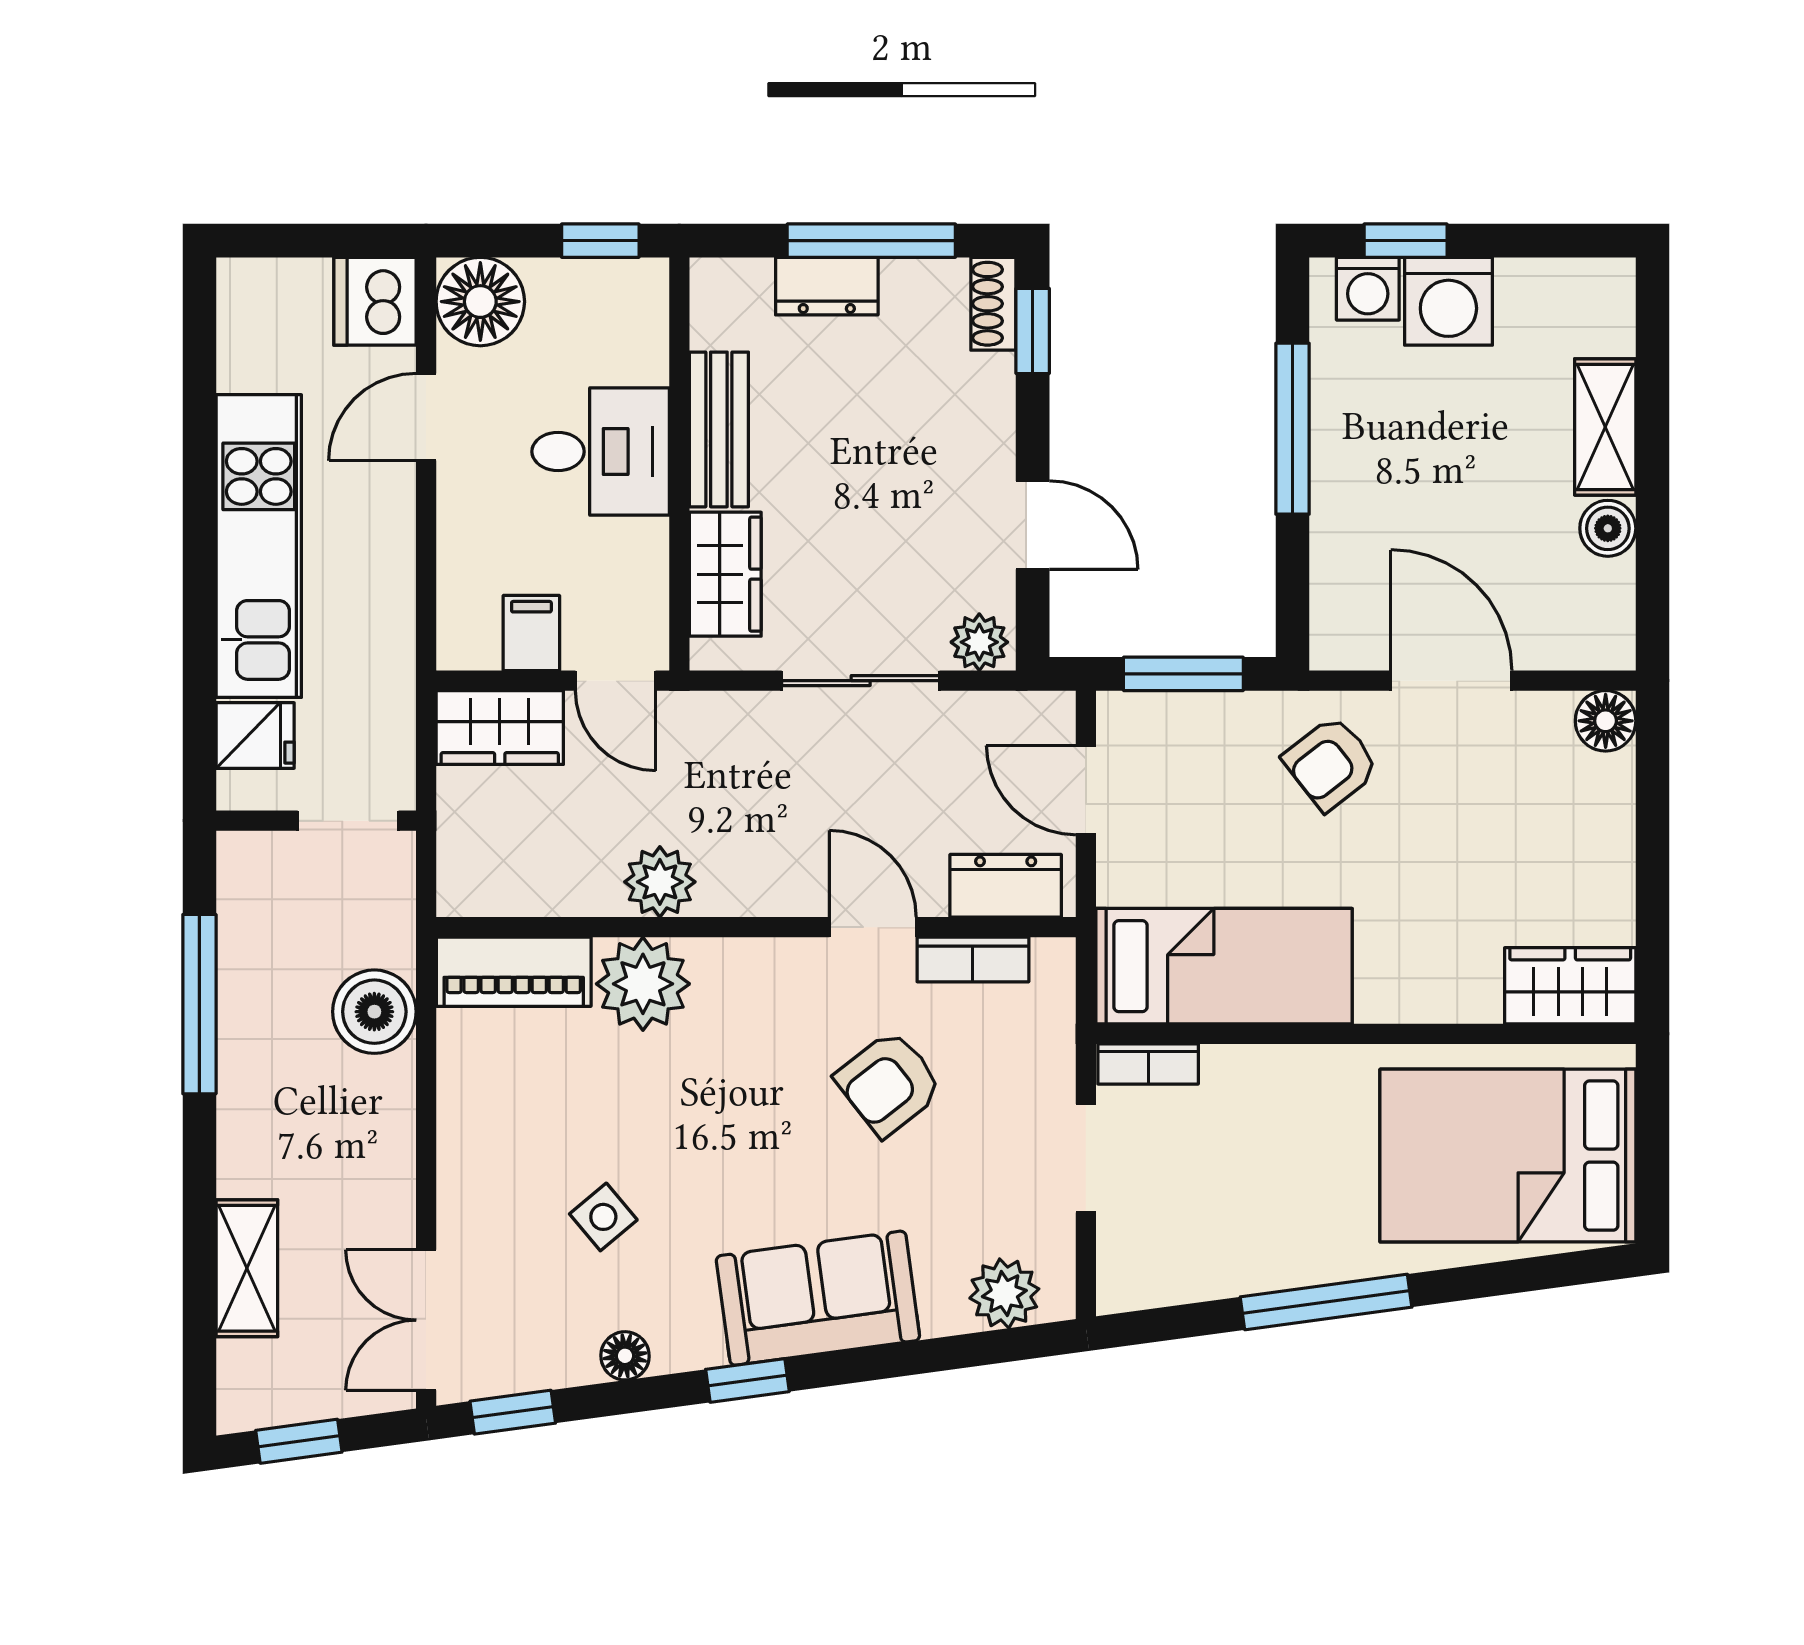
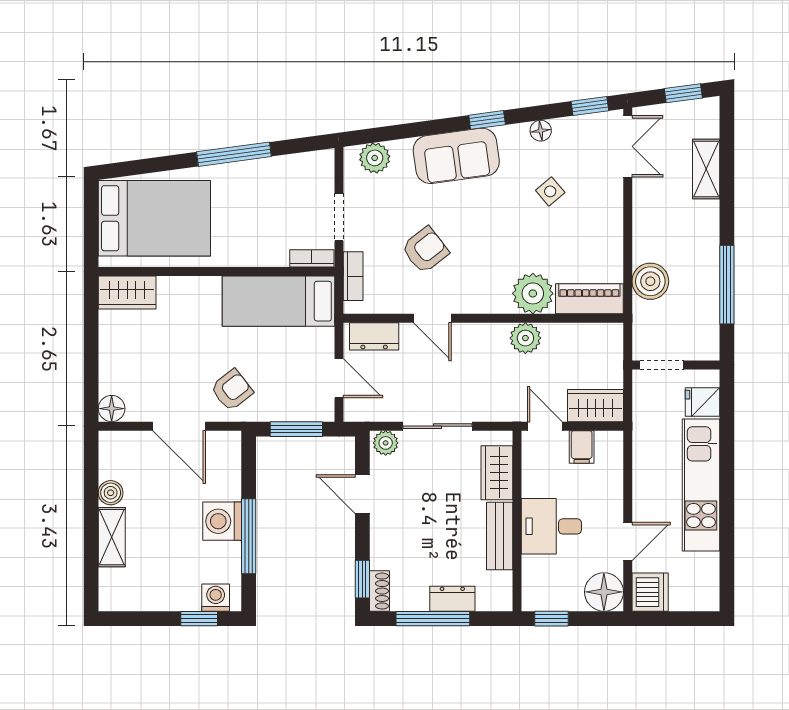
washing machine: (1448, 301) -> (222, 521), moved, turned -90
bookcase: (973, 960) -> (353, 276), moved, turned 90

